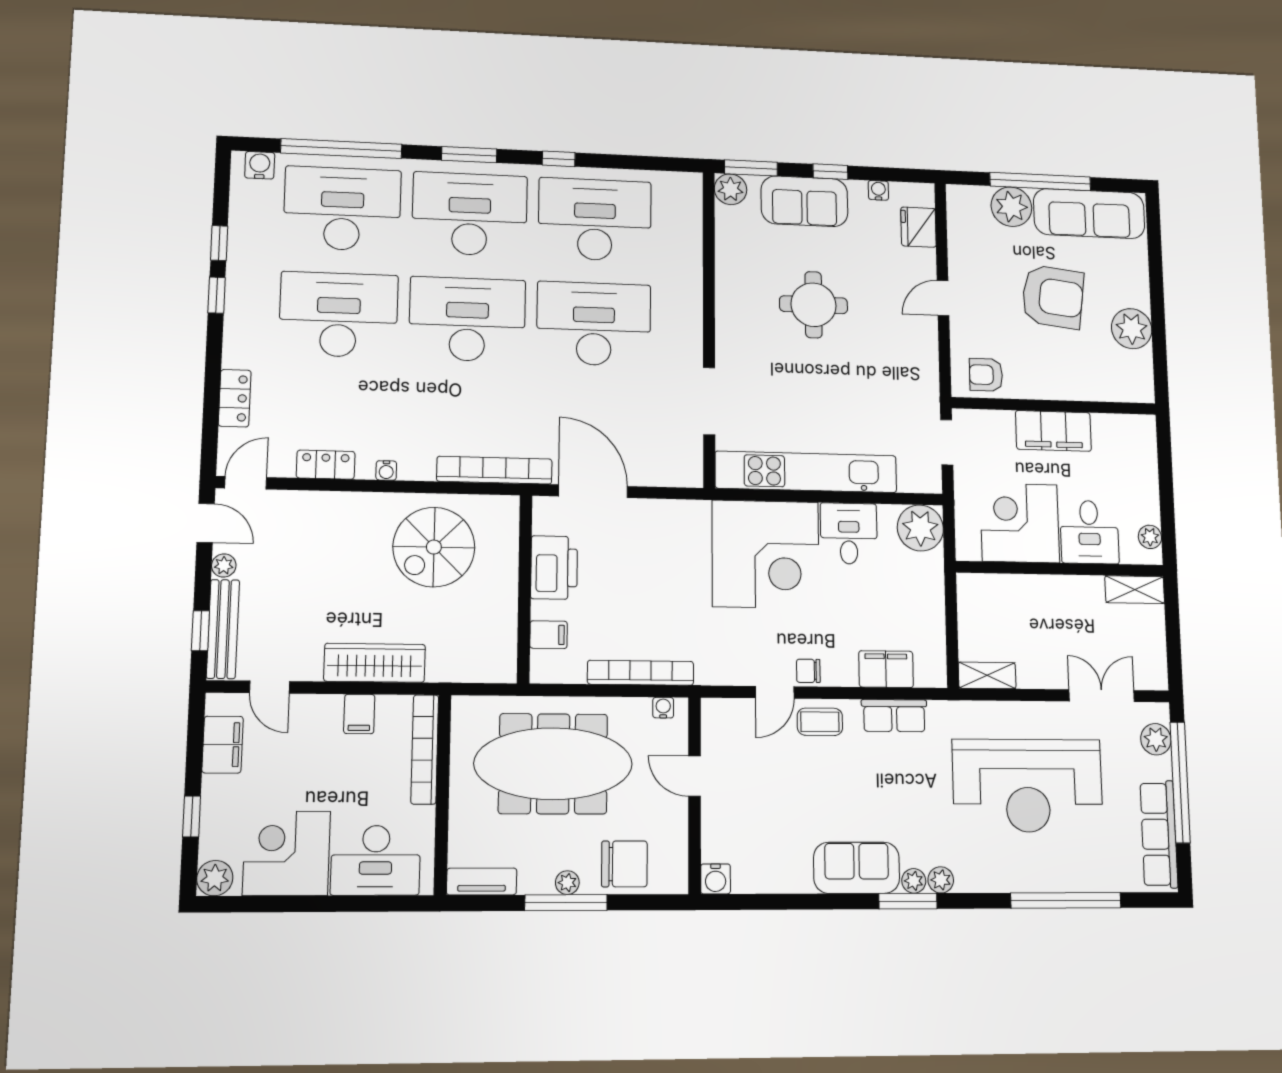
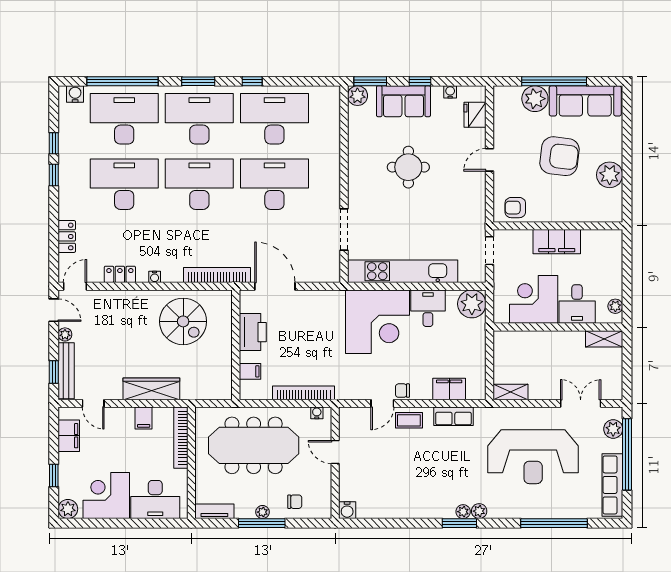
spiral stairs: (434, 547) -> (183, 321), turned -90
chair: (624, 864) -> (295, 502), width x0.54, depth x0.54
sofa: (857, 868) -> (429, 504), removed

